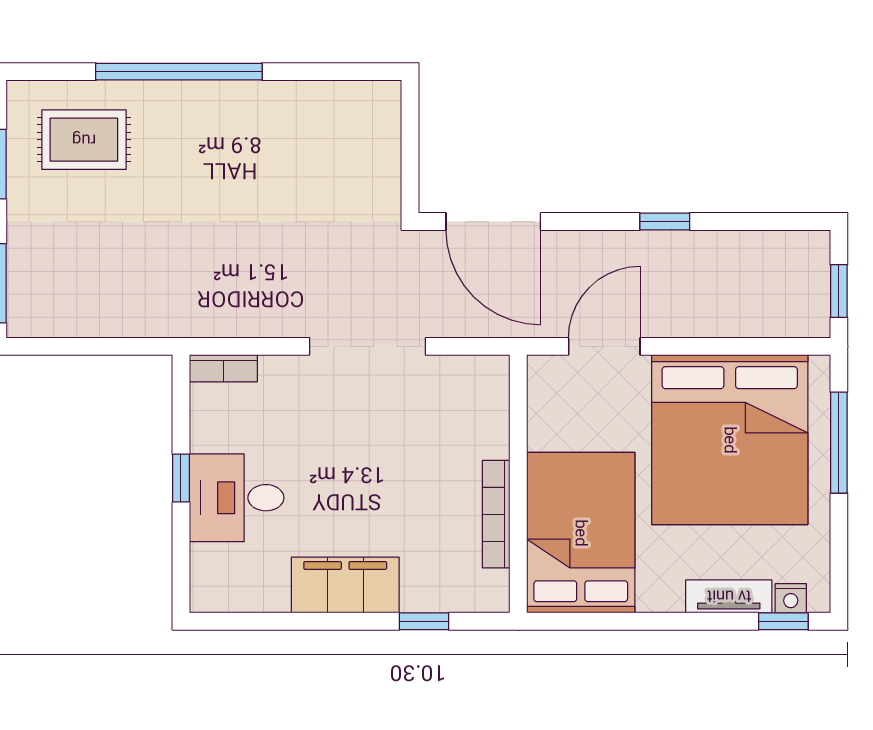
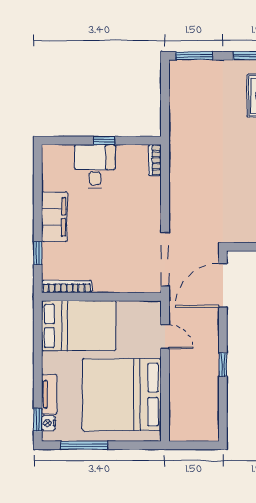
window: (839, 291) -> (191, 445), removed
doorway: (367, 346) -> (165, 259), moved
door: (604, 346) -> (165, 337), width x0.73
window: (839, 443) -> (84, 445), moved
bookcase: (496, 514) -> (67, 287), moved

